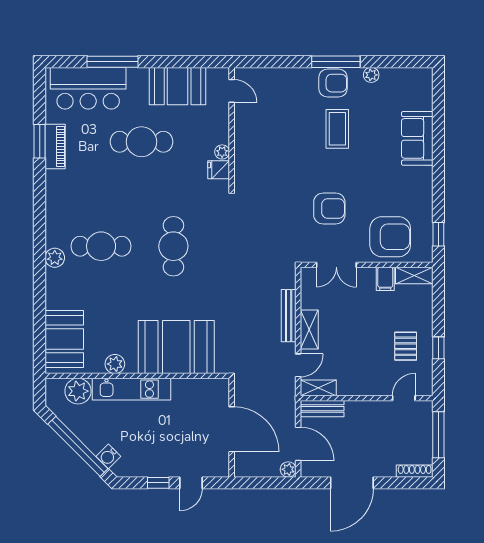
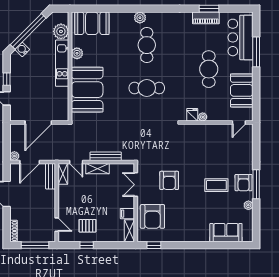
sofa: (417, 138) -> (226, 233), moved

